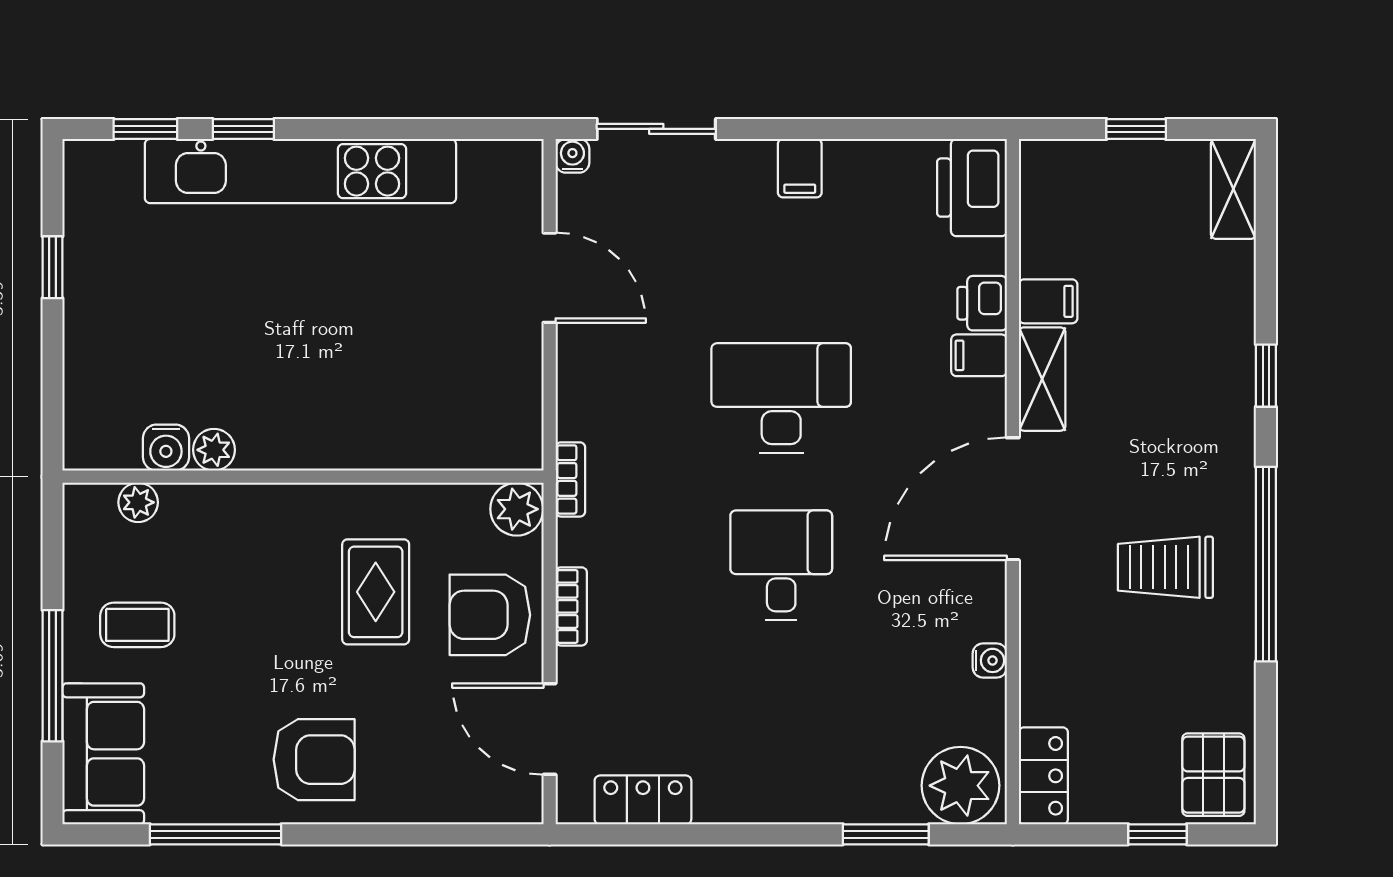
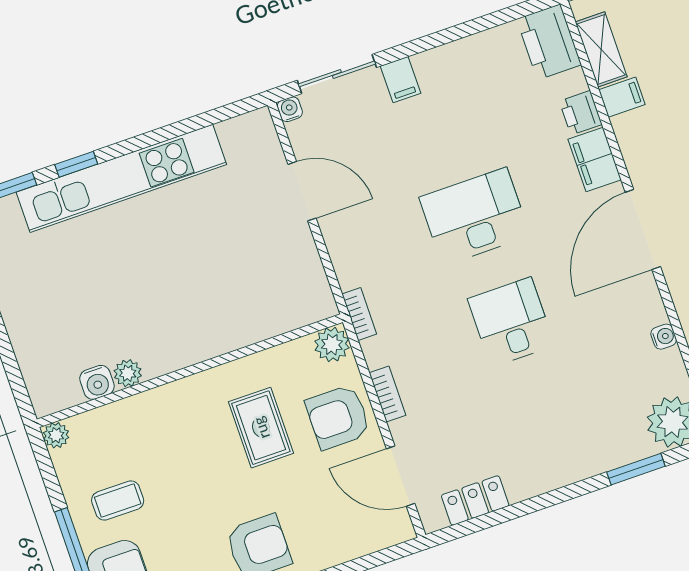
filing cabinet: (800, 168) -> (401, 80), moved
filing cabinet: (979, 355) -> (595, 159), width x2.00
shelving: (1042, 379) -> (601, 49), moved
plant: (138, 502) -> (56, 435), moved

